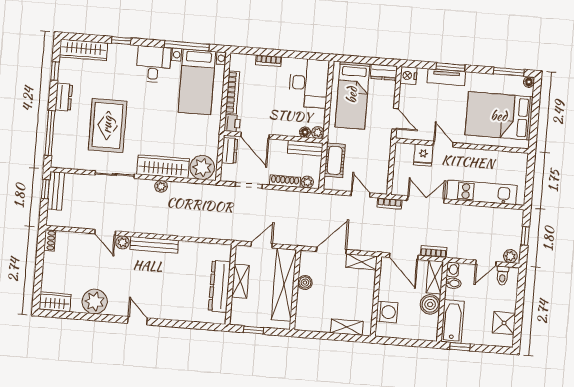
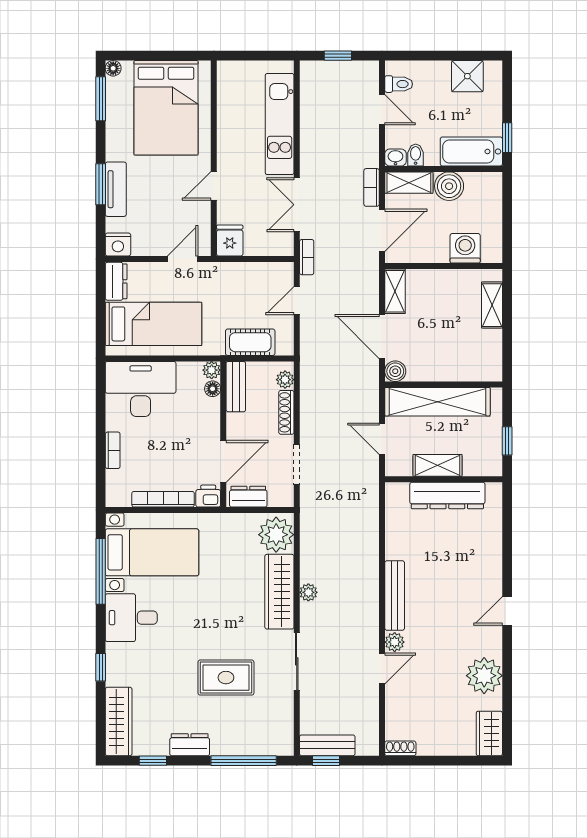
rug: (107, 125) -> (226, 678), width x0.73, depth x0.70
fridge: (423, 155) -> (230, 241), moved, turned -90
plant: (510, 256) -> (369, 75), removed
boiler: (305, 283) -> (395, 371), moved

